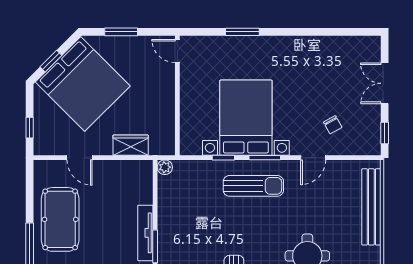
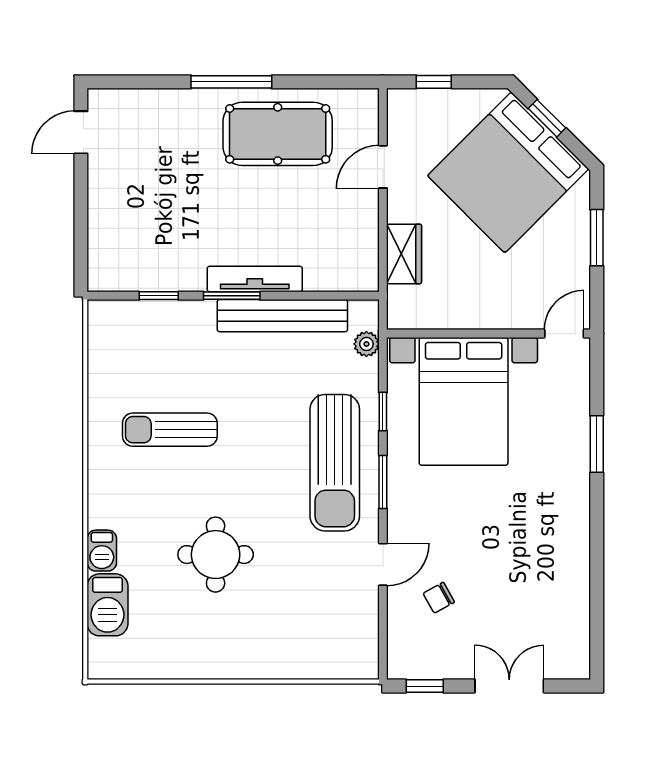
bed with nightstands: (246, 118) -> (464, 401), moved, turned 90
door: (313, 158) -> (383, 564), swing flipped
plant: (165, 167) -> (366, 344), moved
sun lounger: (253, 186) -> (335, 463), width x1.36, depth x1.34
bench: (371, 207) -> (282, 316), moved

